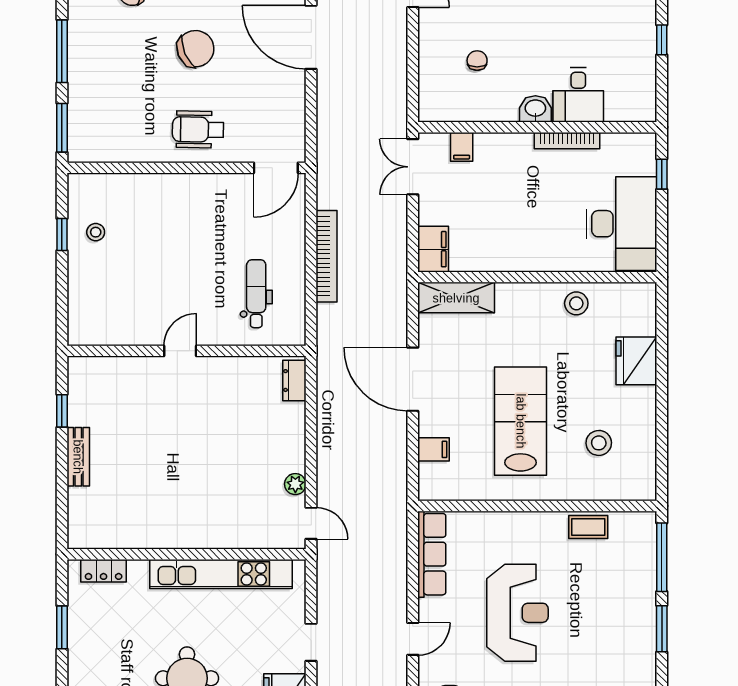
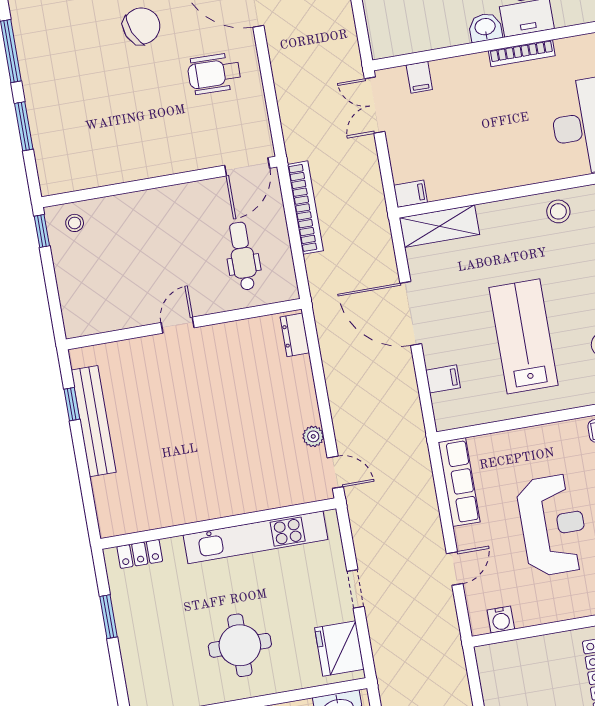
wheelchair: (198, 129) -> (214, 74), moved
wall: (186, 168) -> (159, 182), moved
door: (276, 168) -> (247, 167), moved
filing cabinet: (433, 249) -> (411, 194), width x0.50
bench: (78, 457) -> (94, 421), width x1.86, depth x1.21

